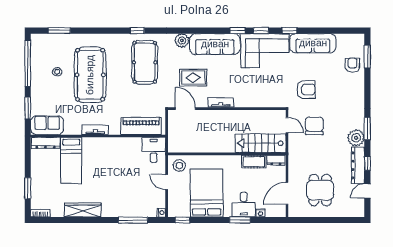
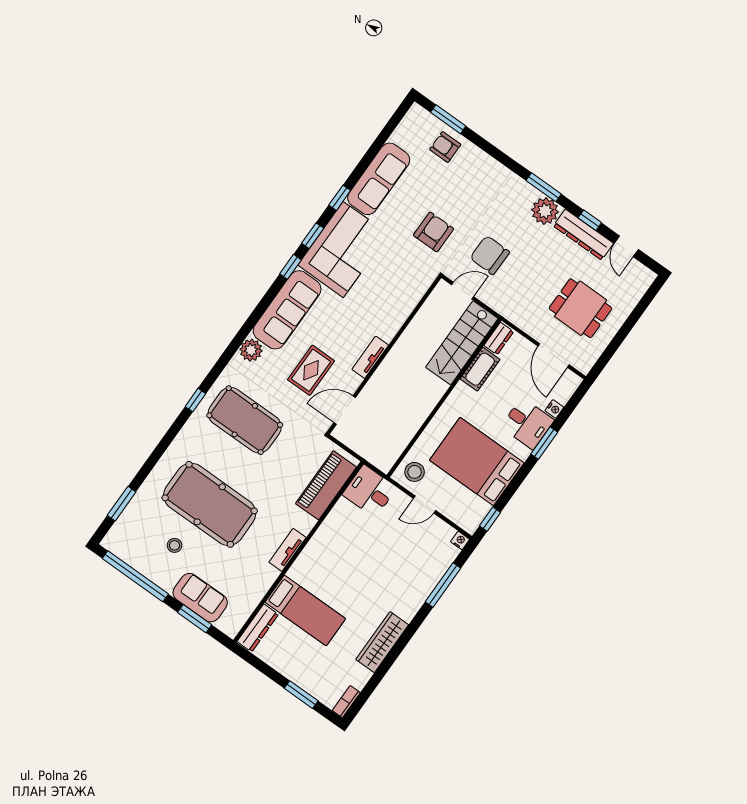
sofa: (47, 125) -> (200, 598), moved, turned 90

